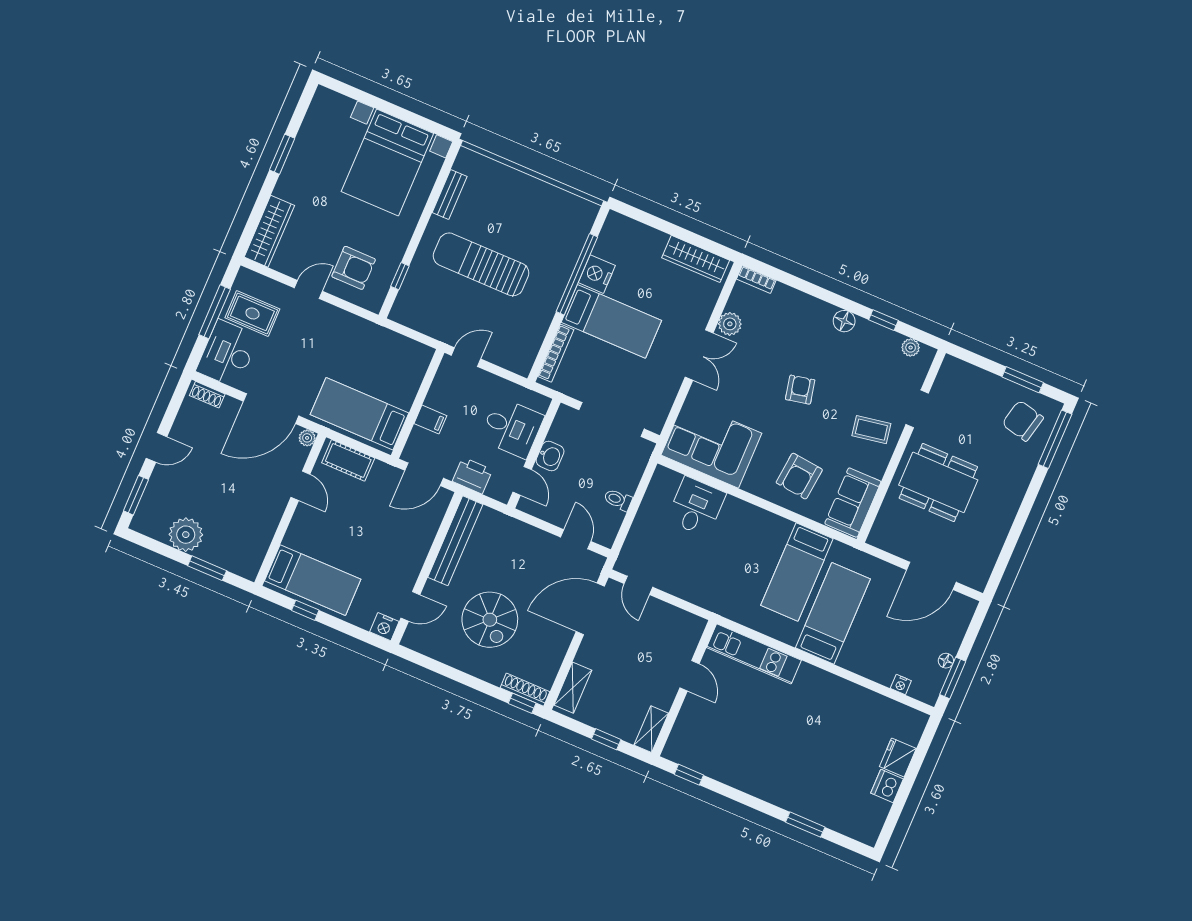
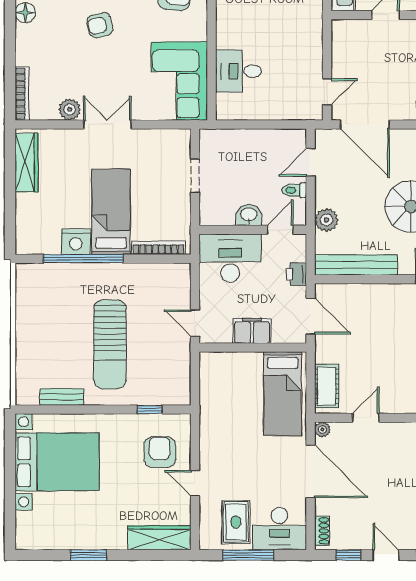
bookcase: (756, 280) -> (22, 93), width x1.56
window: (172, 411) -> (349, 555), added
doorway: (611, 419) -> (195, 176), width x0.53
filing cabinet: (430, 420) -> (252, 331), width x2.00
desk: (512, 428) -> (230, 258), width x1.37
printer: (472, 476) -> (296, 274), width x0.73, depth x0.81
toilet: (618, 500) -> (294, 190), moved, turned 90
plant: (512, 531) -> (326, 220), added

